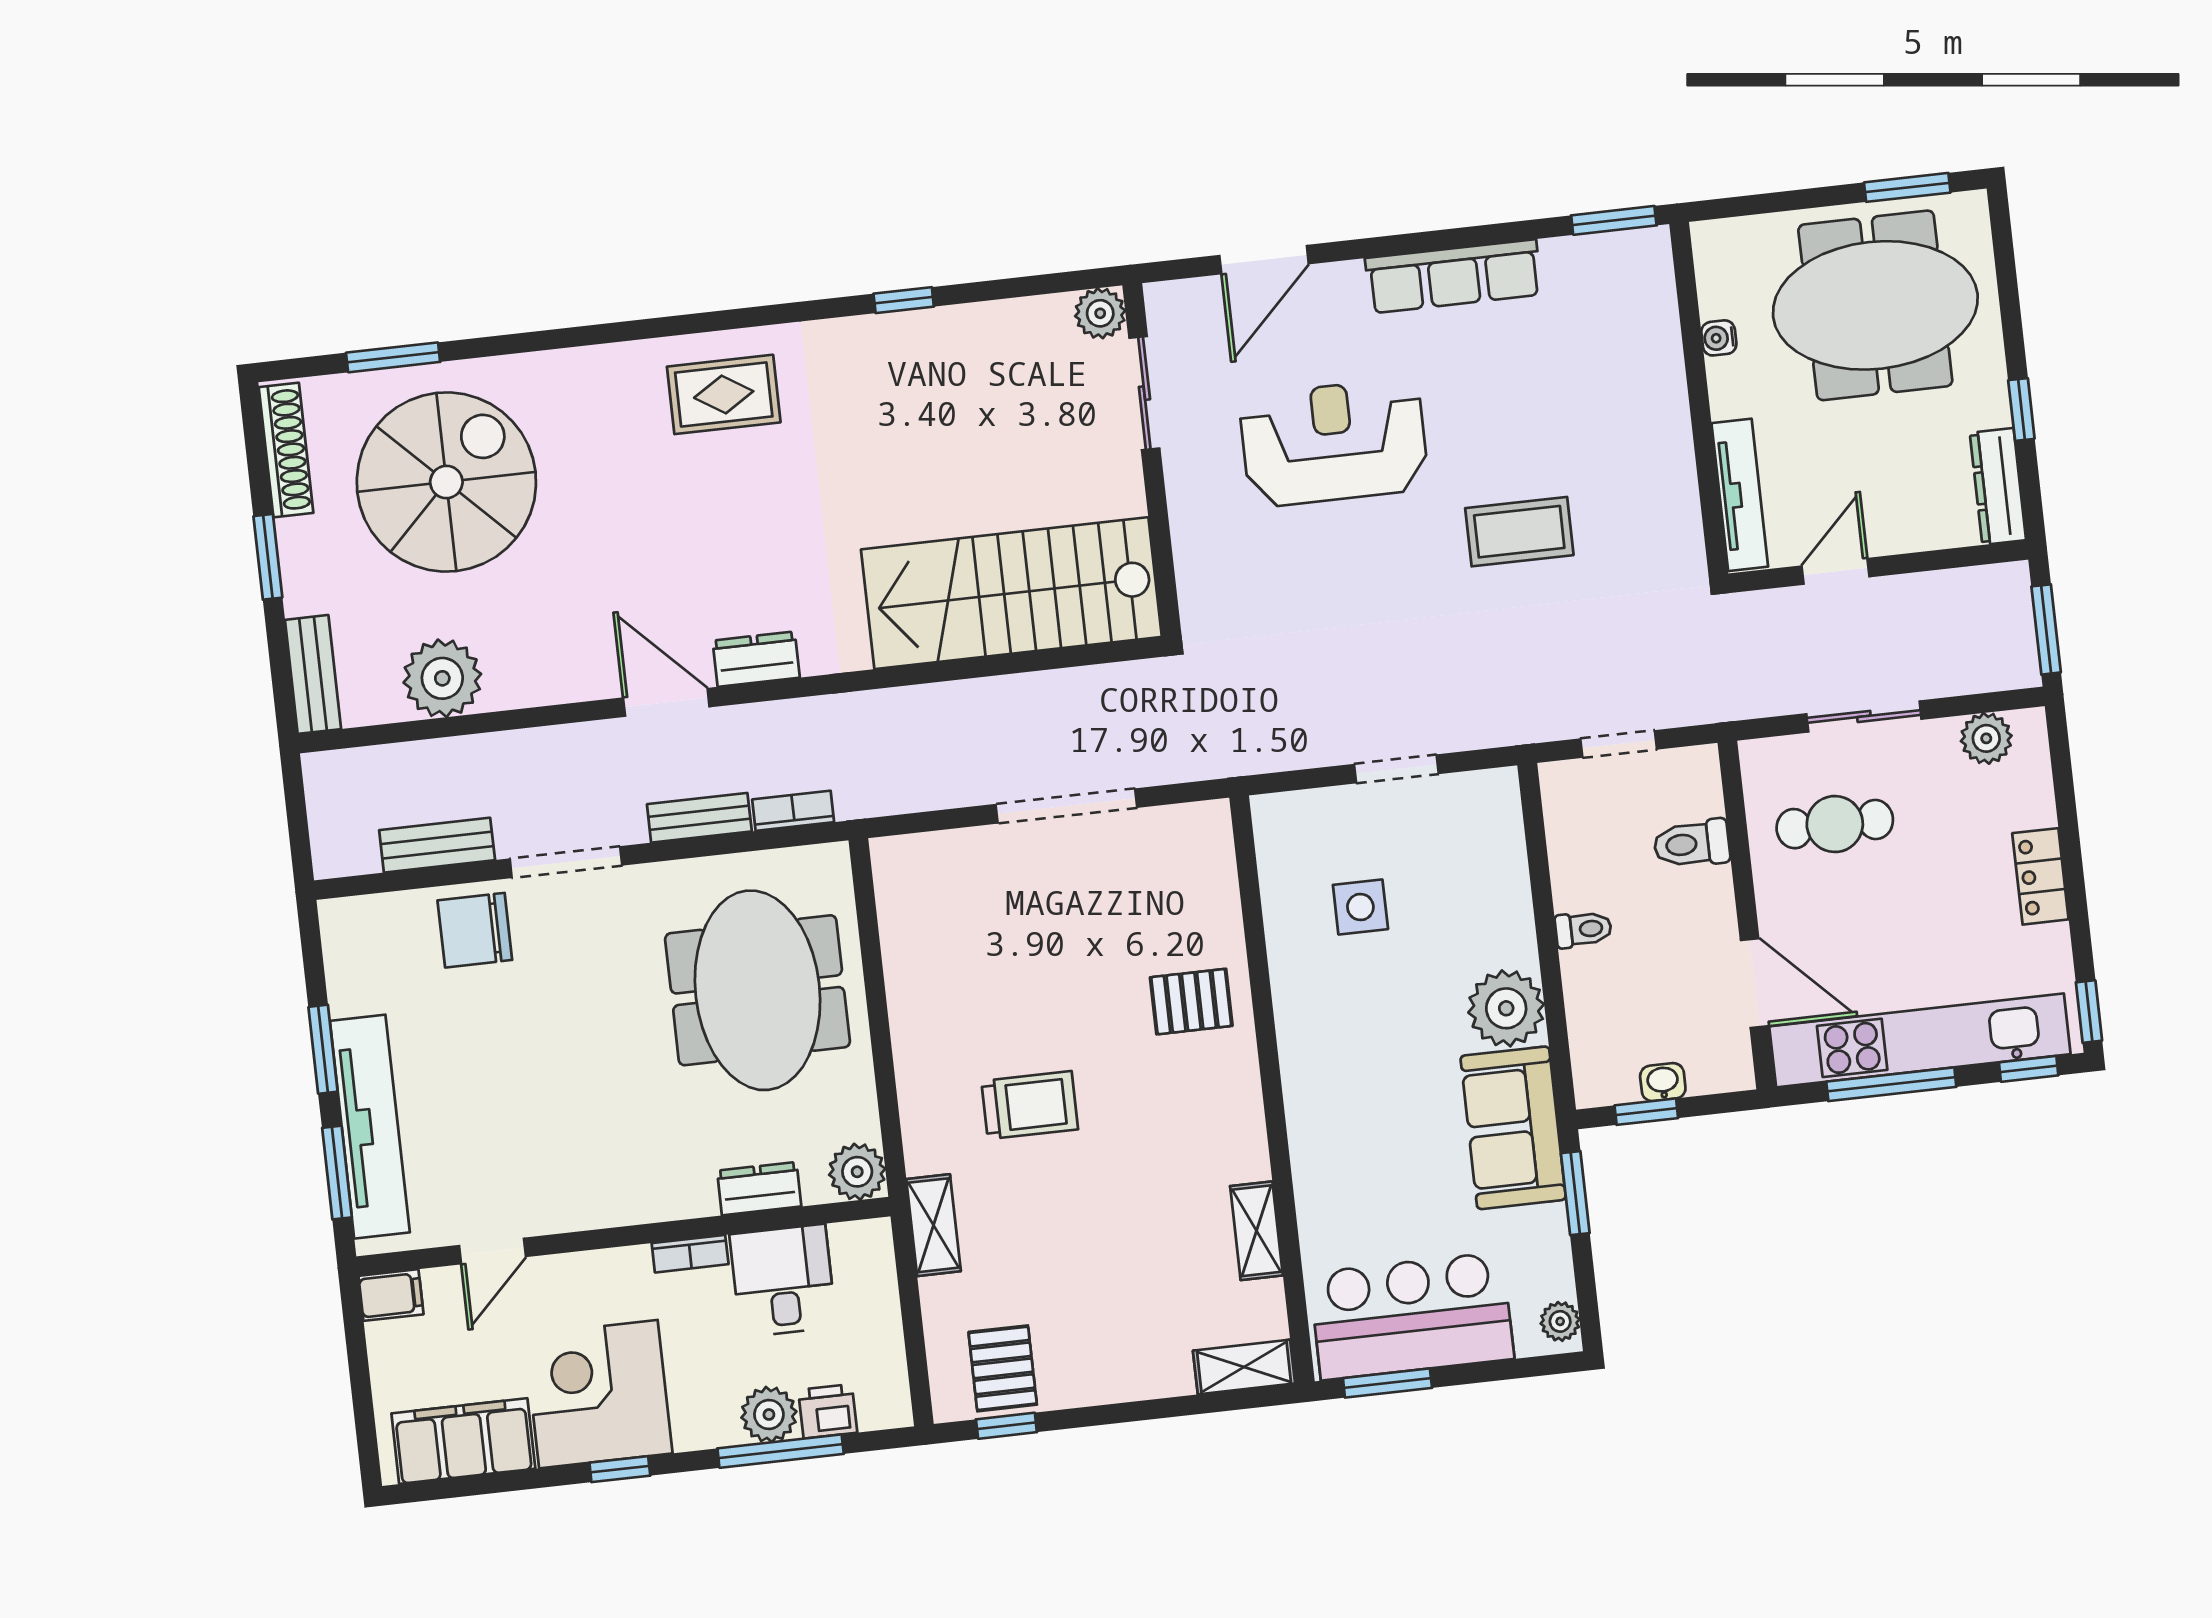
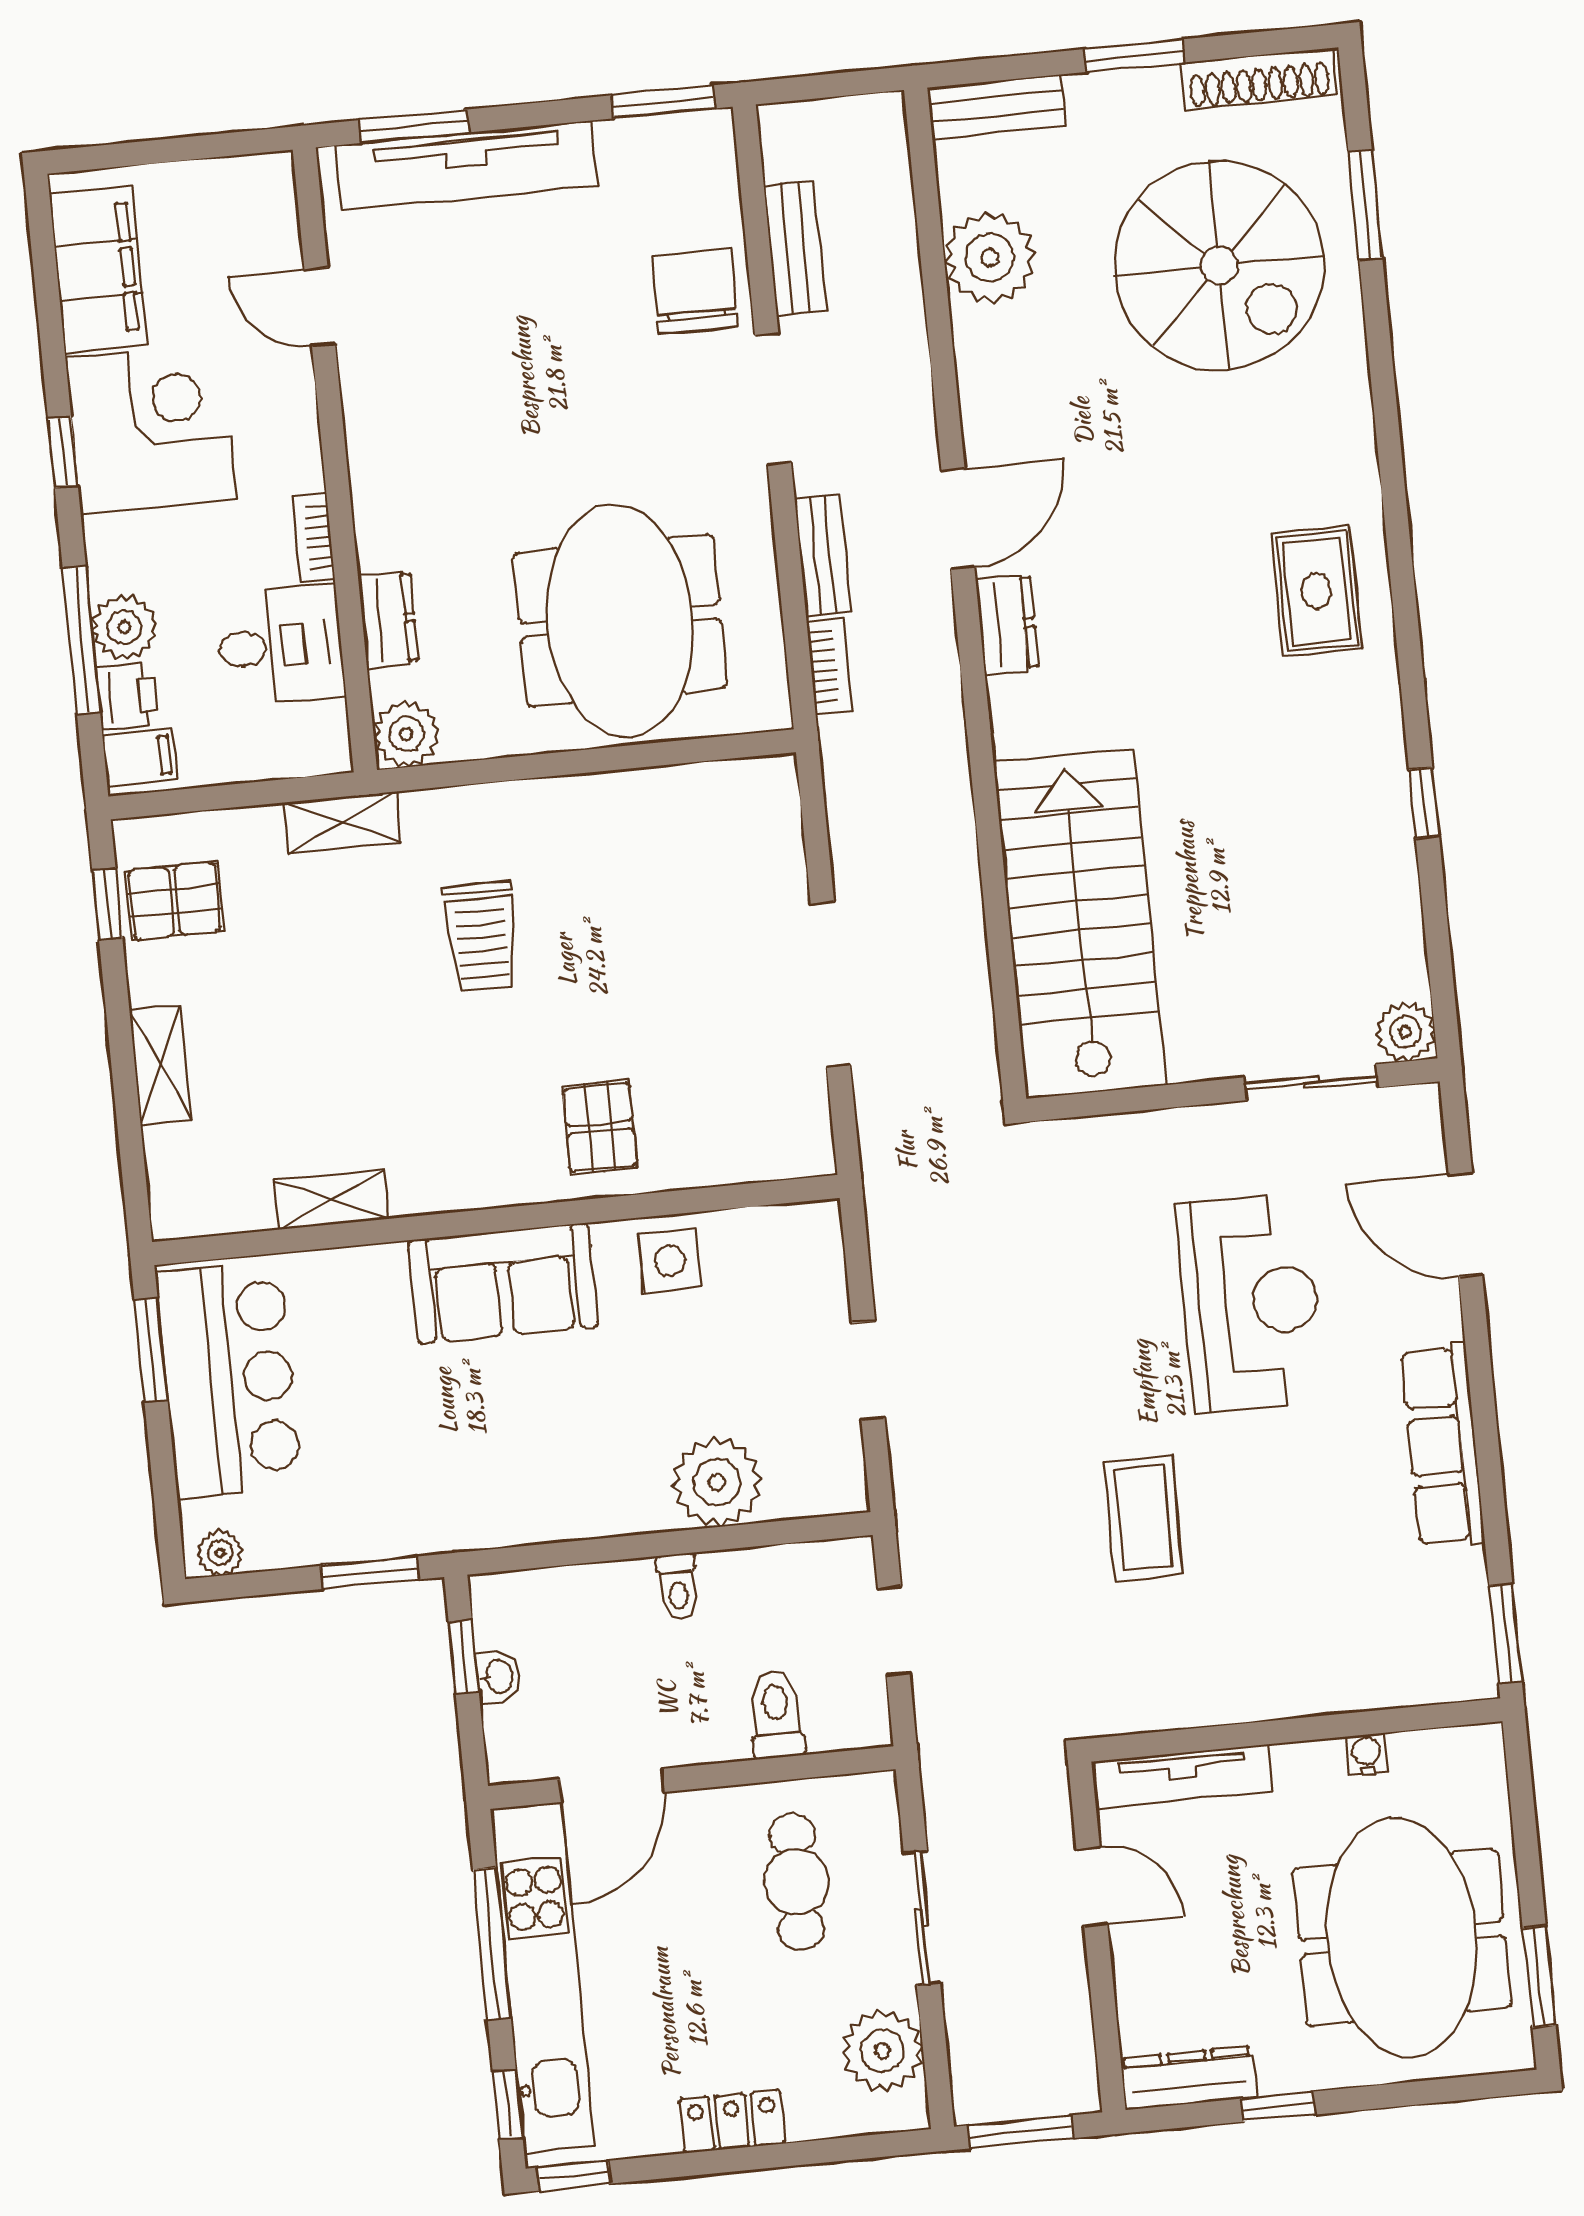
plant: (1986, 738) -> (882, 2050), width x1.36, depth x1.36
side table: (1360, 907) -> (670, 1261), moved
meeting table: (758, 990) -> (620, 621), turned 90
plant: (1506, 1008) -> (717, 1482), moved
window: (323, 1049) -> (663, 102), moved
sofa: (1513, 1128) -> (503, 1283), moved, turned 180
filing cabinet: (391, 1295) -> (140, 757), moved, turned -90
shelving: (1244, 1367) -> (160, 1065), moved

